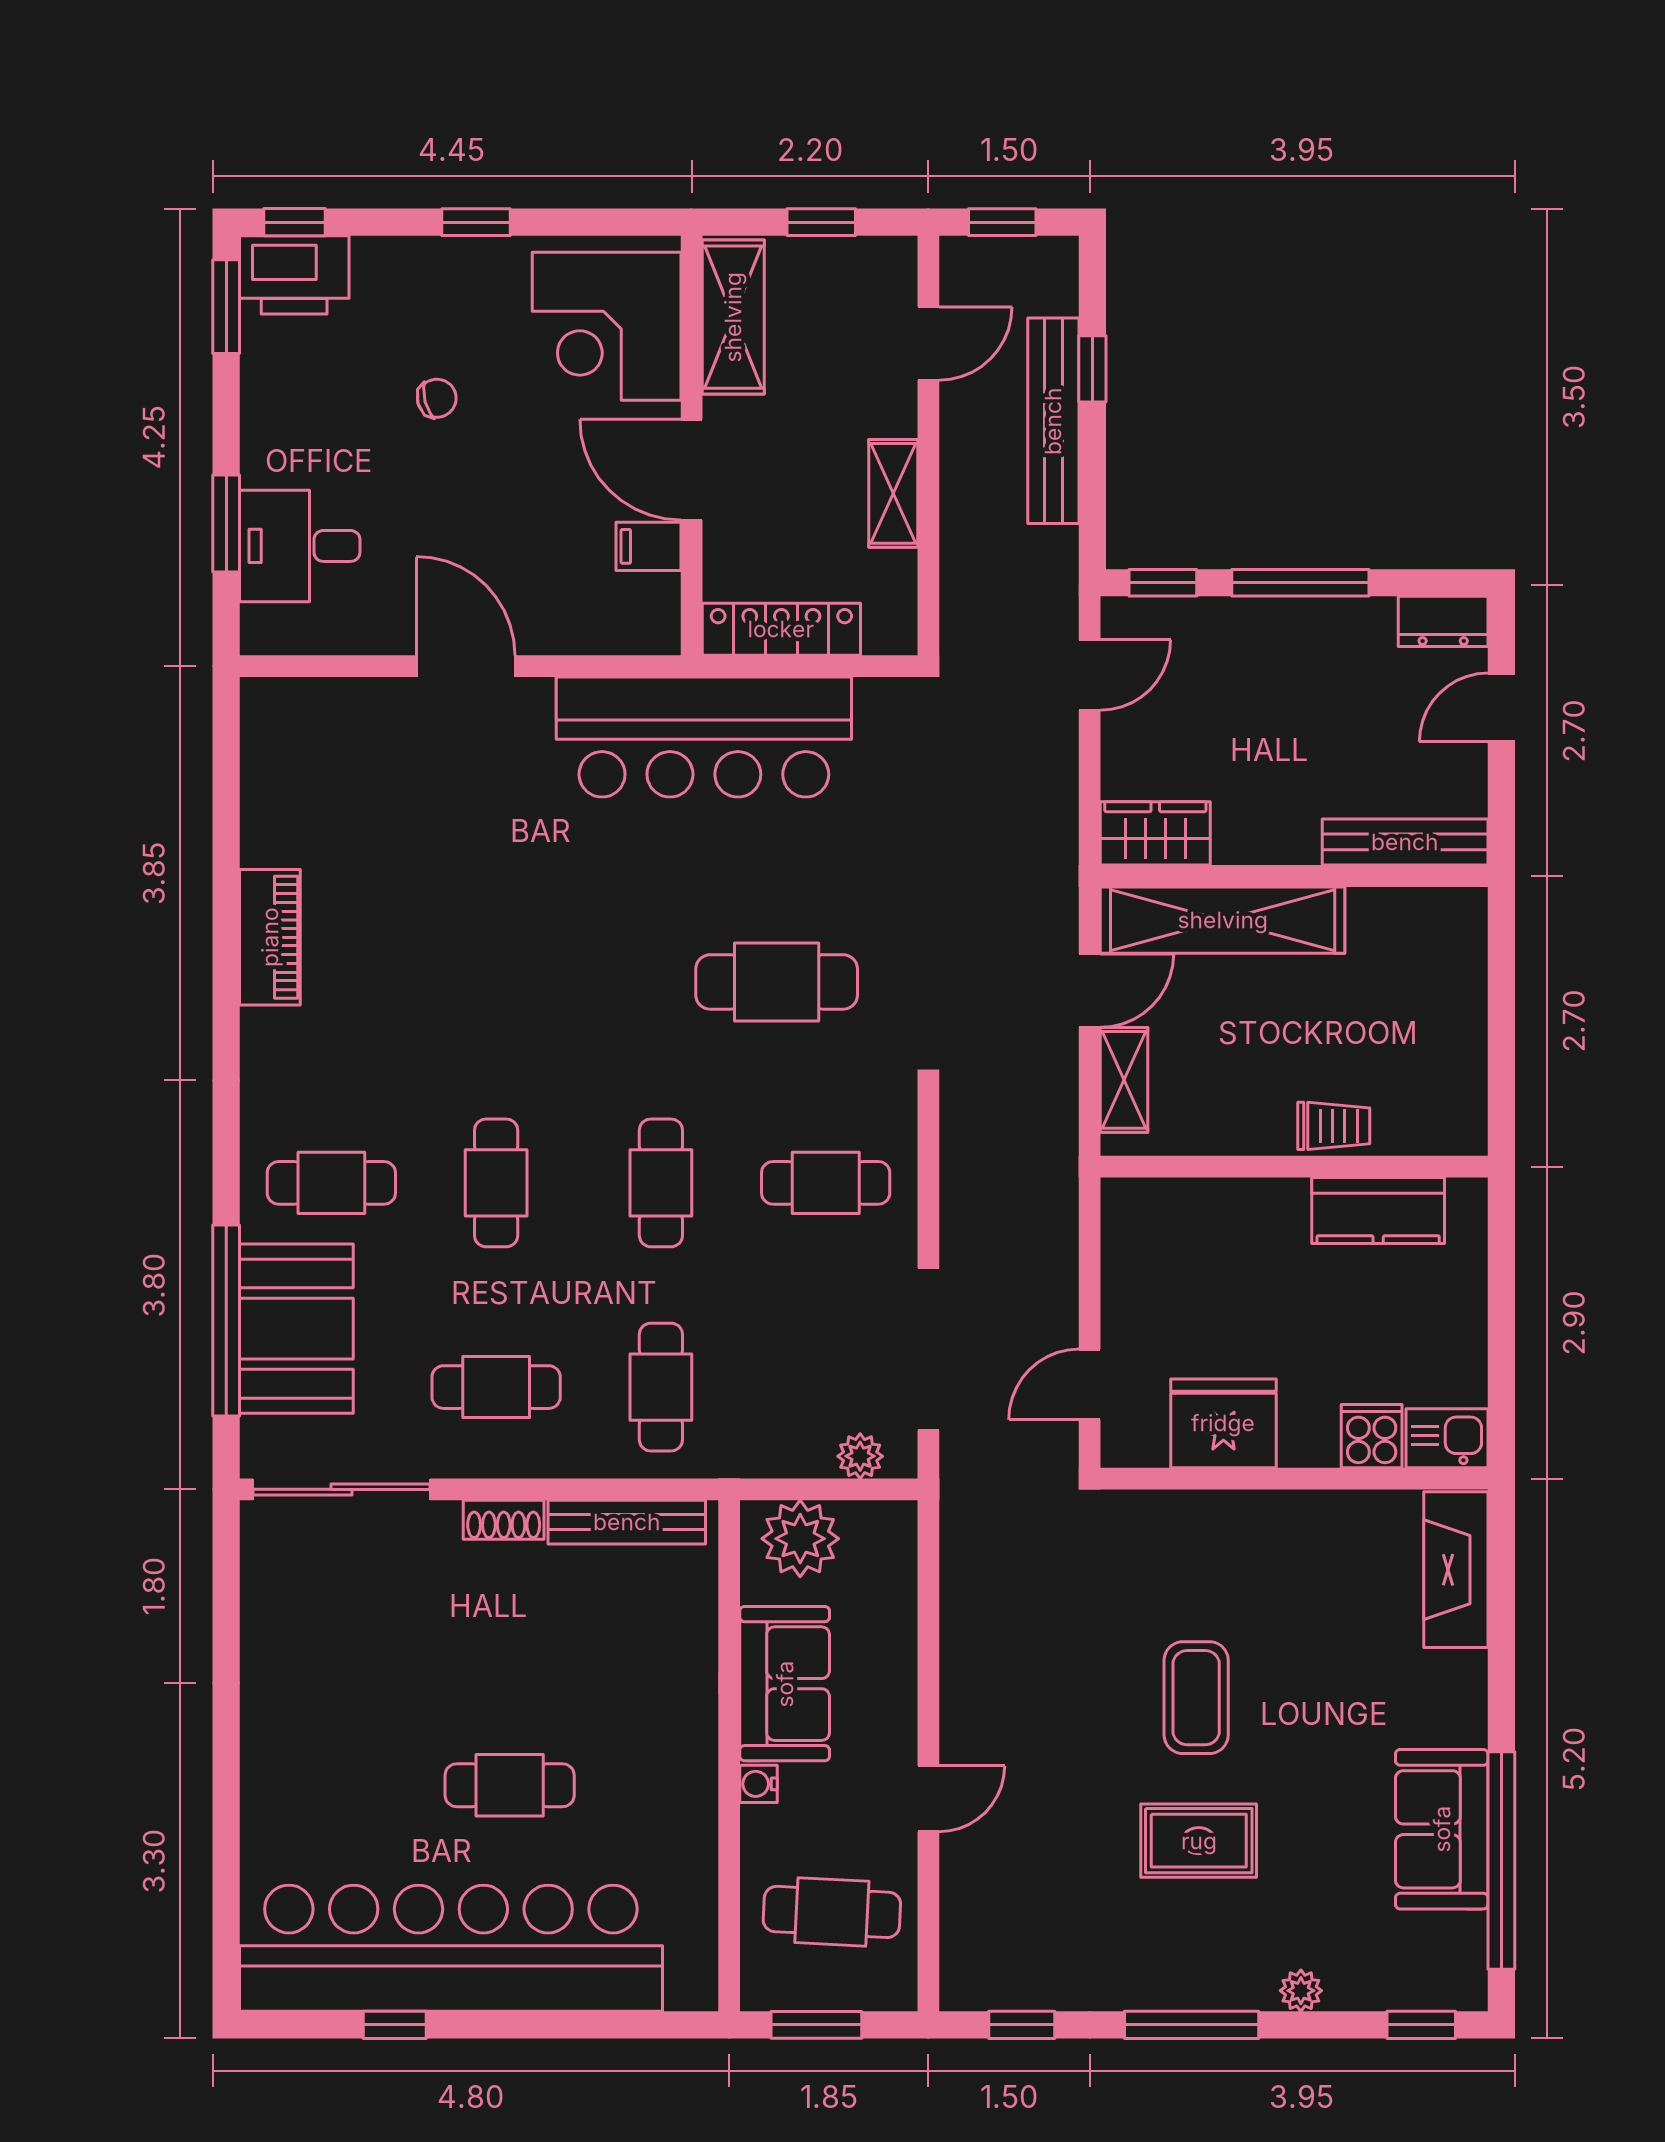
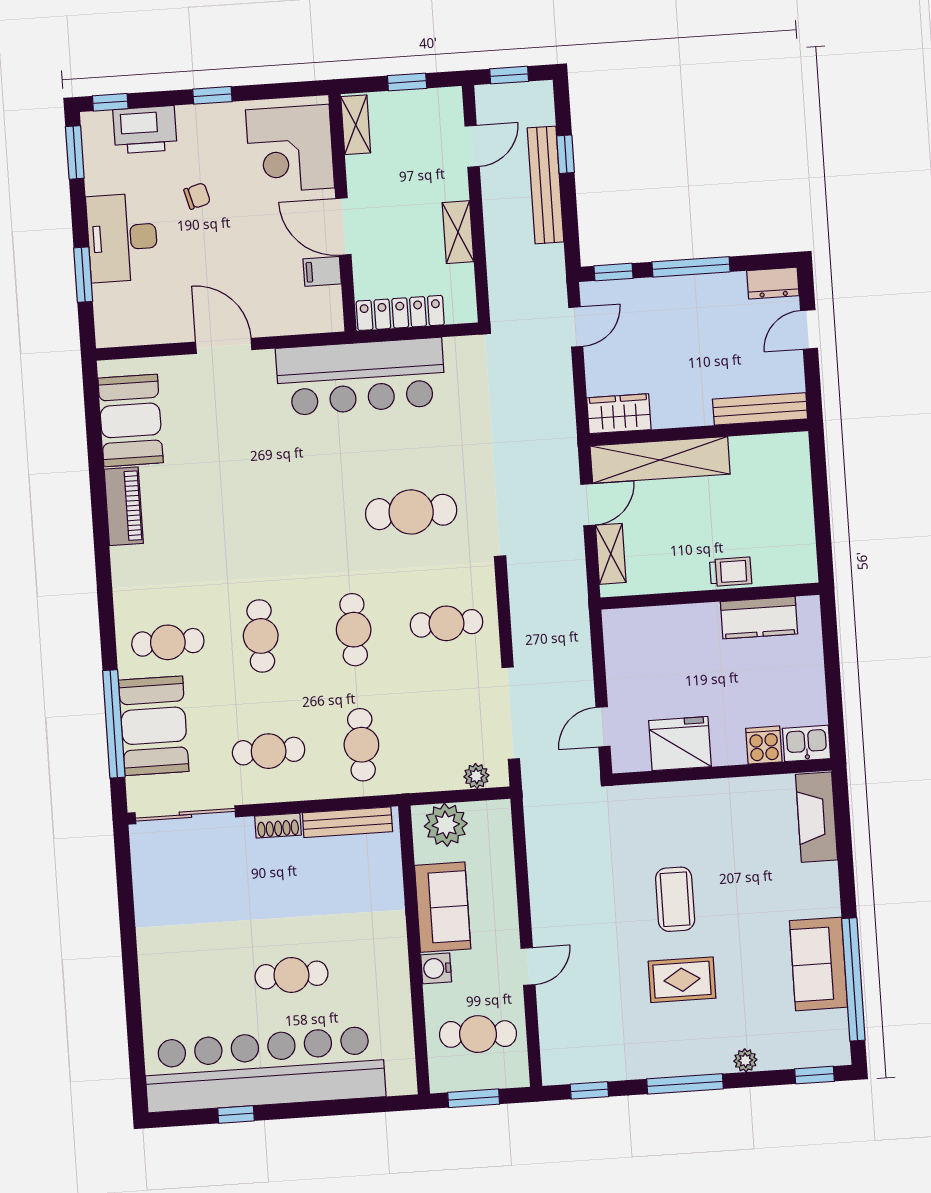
printer: (294, 275) -> (145, 130), moved
shelving: (733, 317) -> (356, 125), width x0.67, depth x0.75
desk: (300, 546) -> (122, 238), moved, width x1.37
booth: (292, 787) -> (131, 420), added
water cooler: (759, 1784) -> (436, 968), width x1.38, depth x1.38

